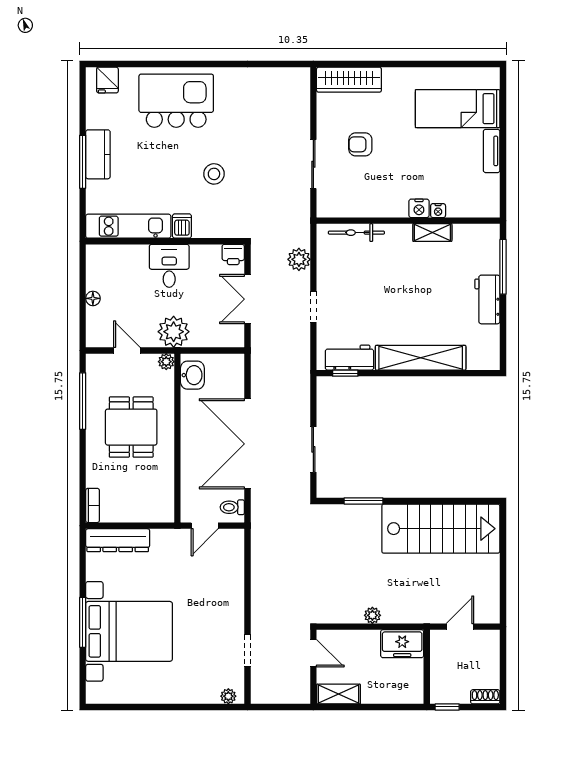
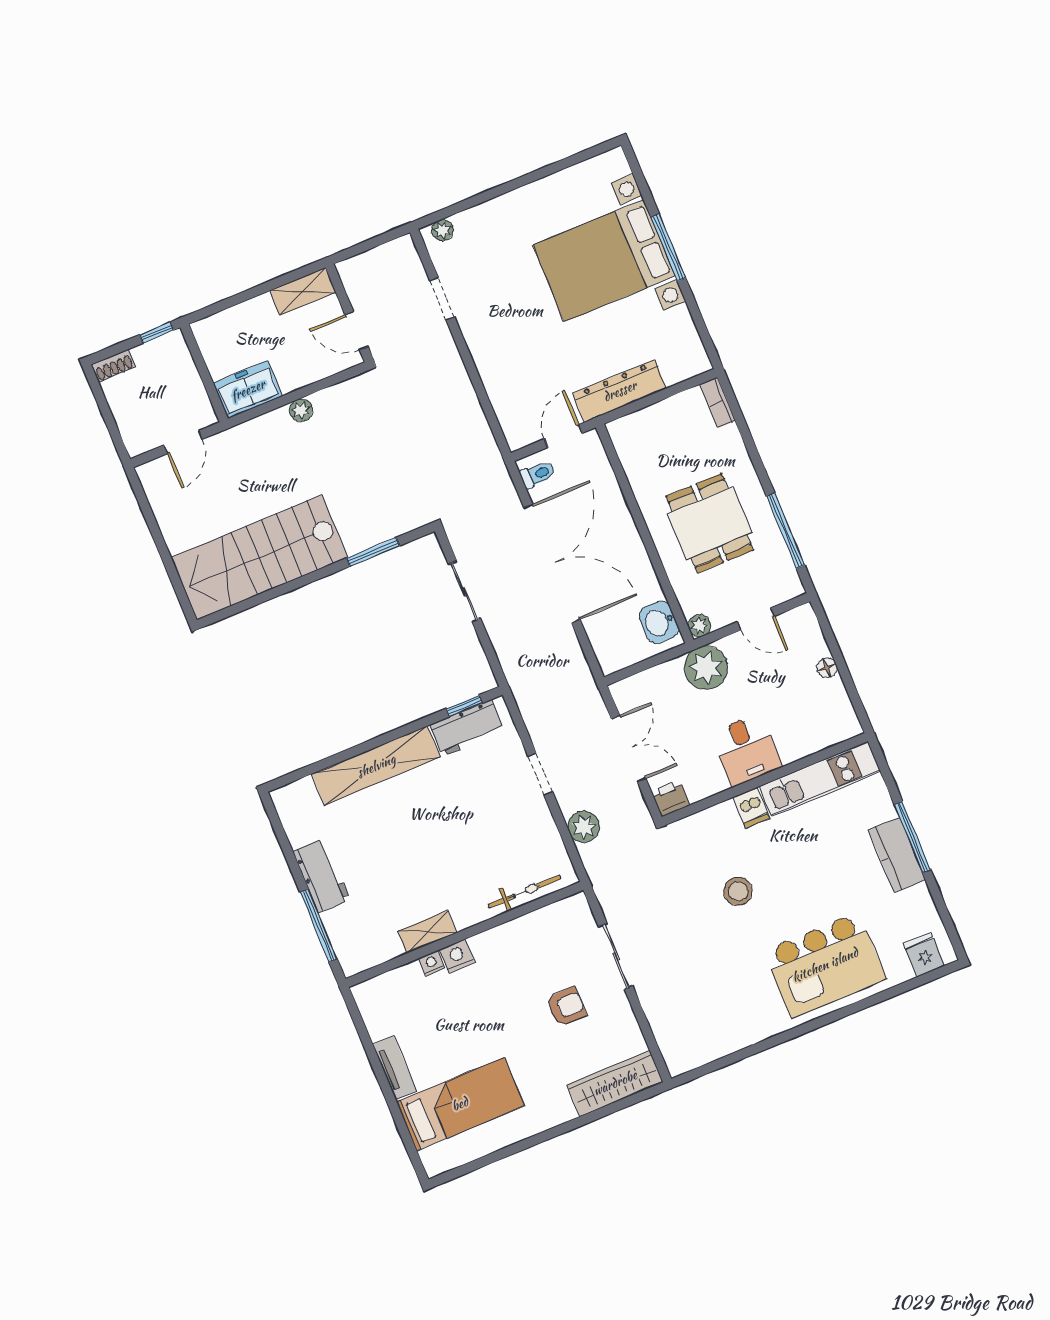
dresser: (118, 540) -> (620, 391), moved

